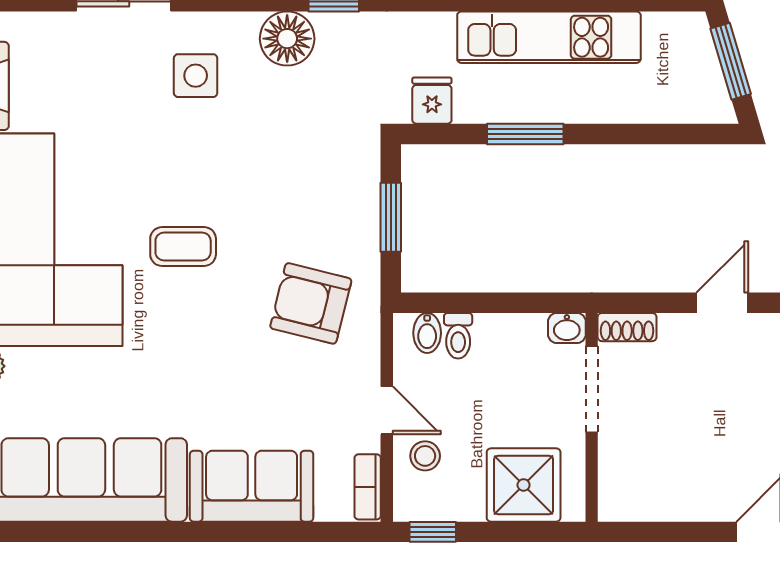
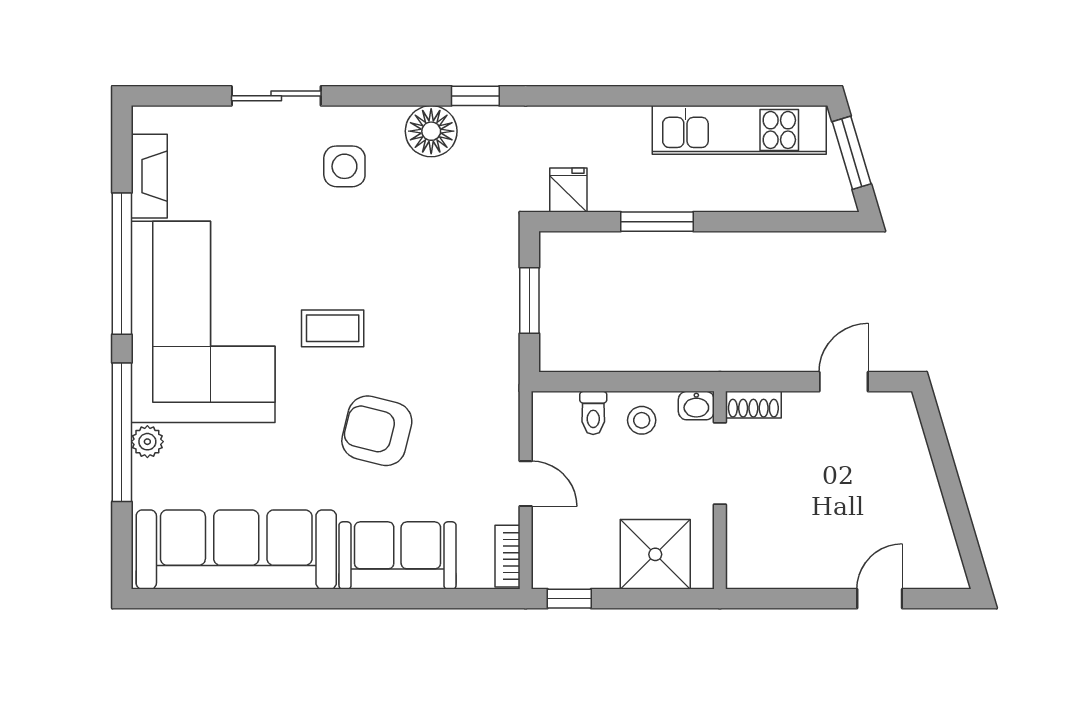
kitchen unit: (549, 37) -> (739, 130), moved
armchair: (311, 303) -> (377, 431), moved
bidet: (427, 333) -> (564, 410), removed
stool: (425, 456) -> (642, 420), moved

